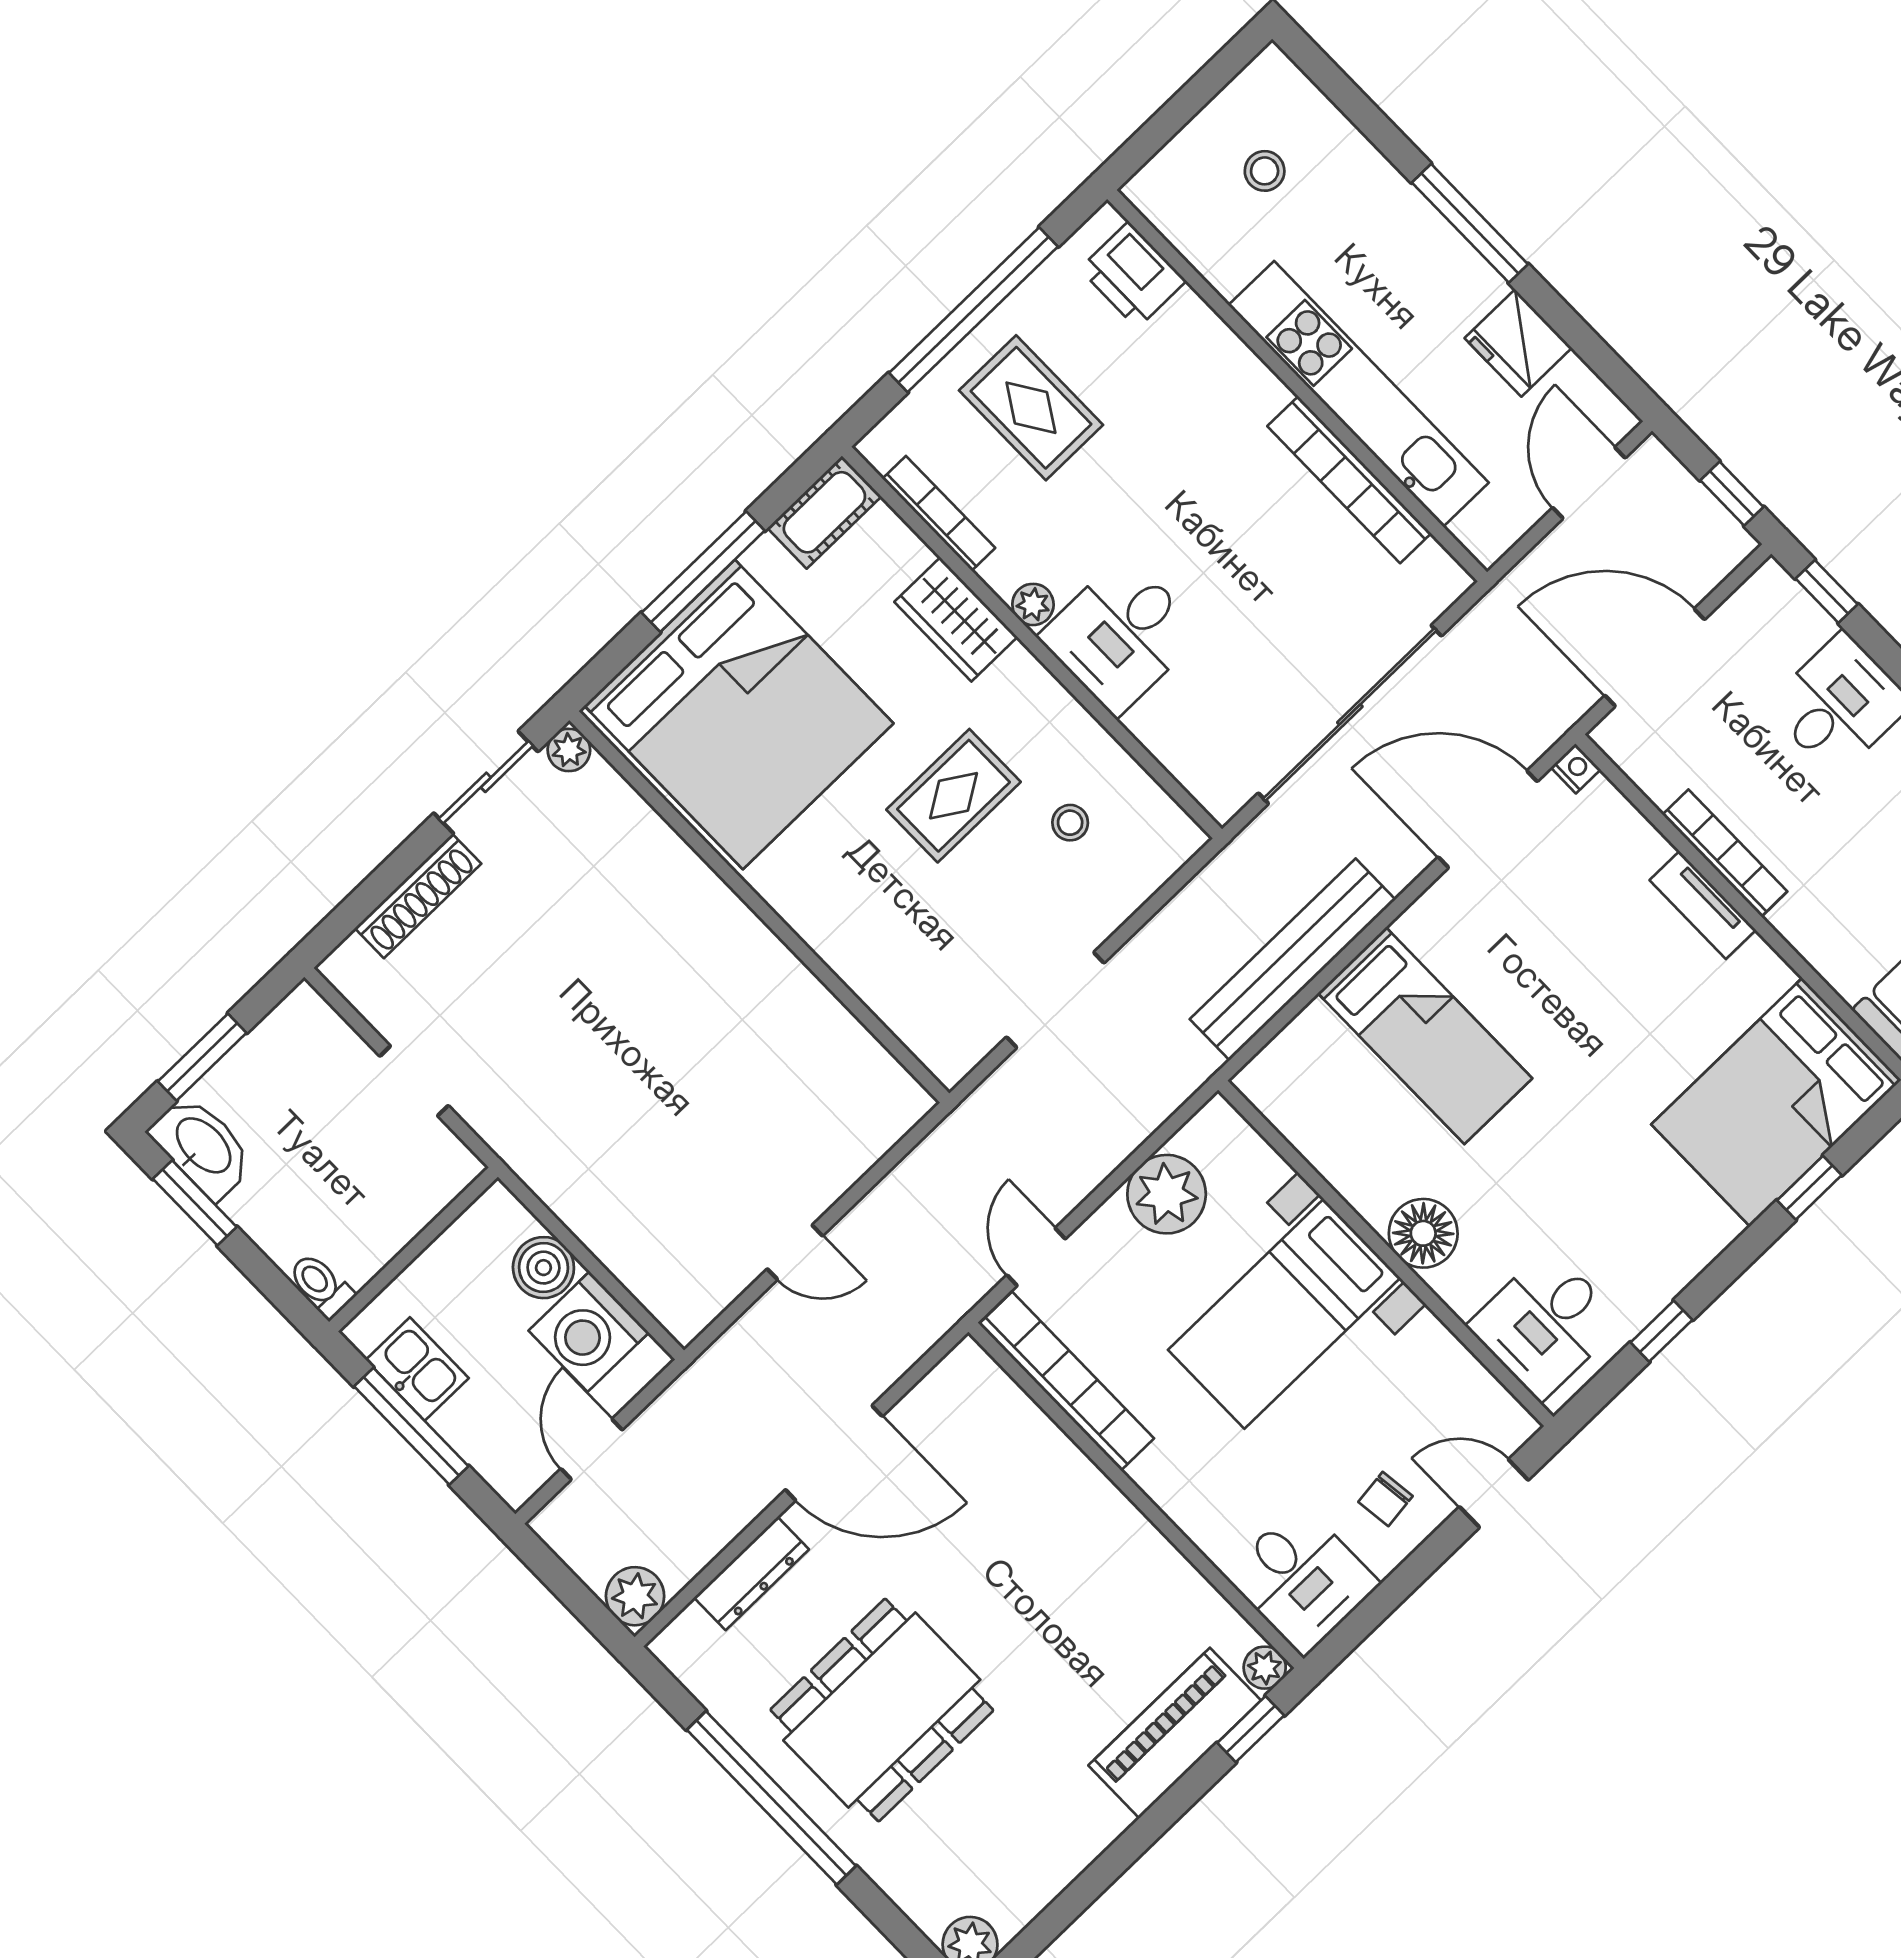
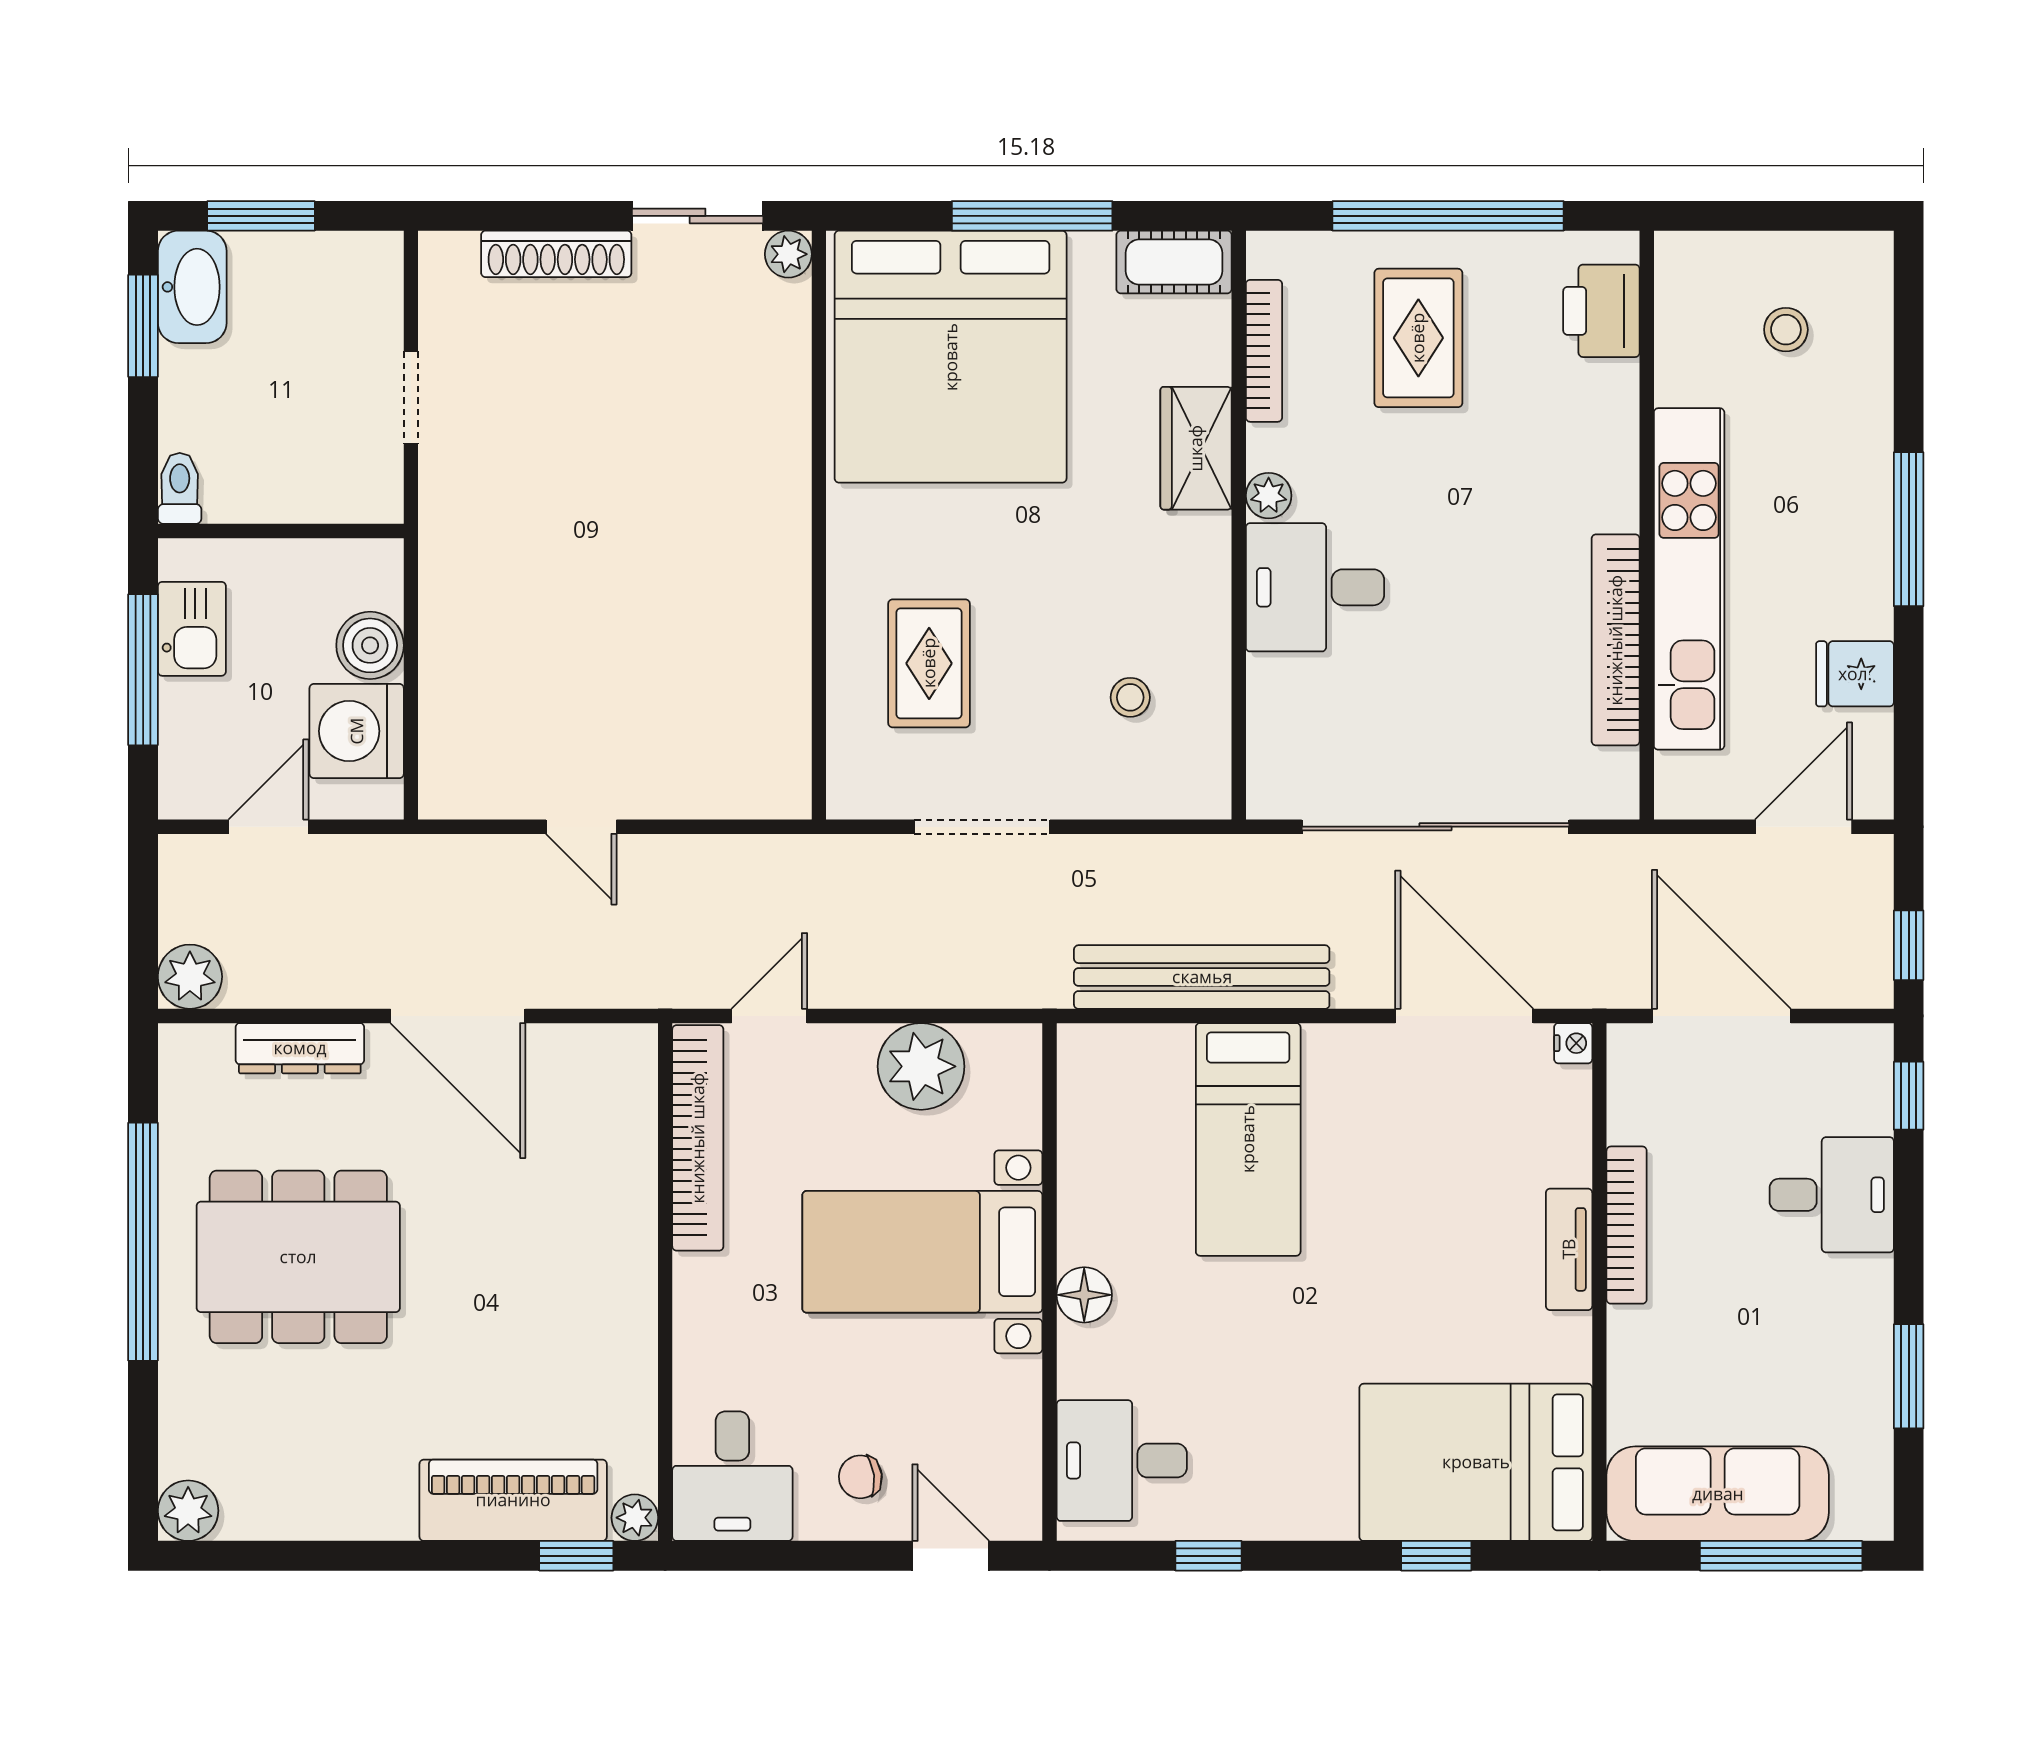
fridge: (1518, 343) -> (1855, 674), width x0.72
rug: (954, 796) -> (929, 663), moved, turned 90
floor lamp: (1423, 1233) -> (1084, 1295), width x0.73, depth x0.73

